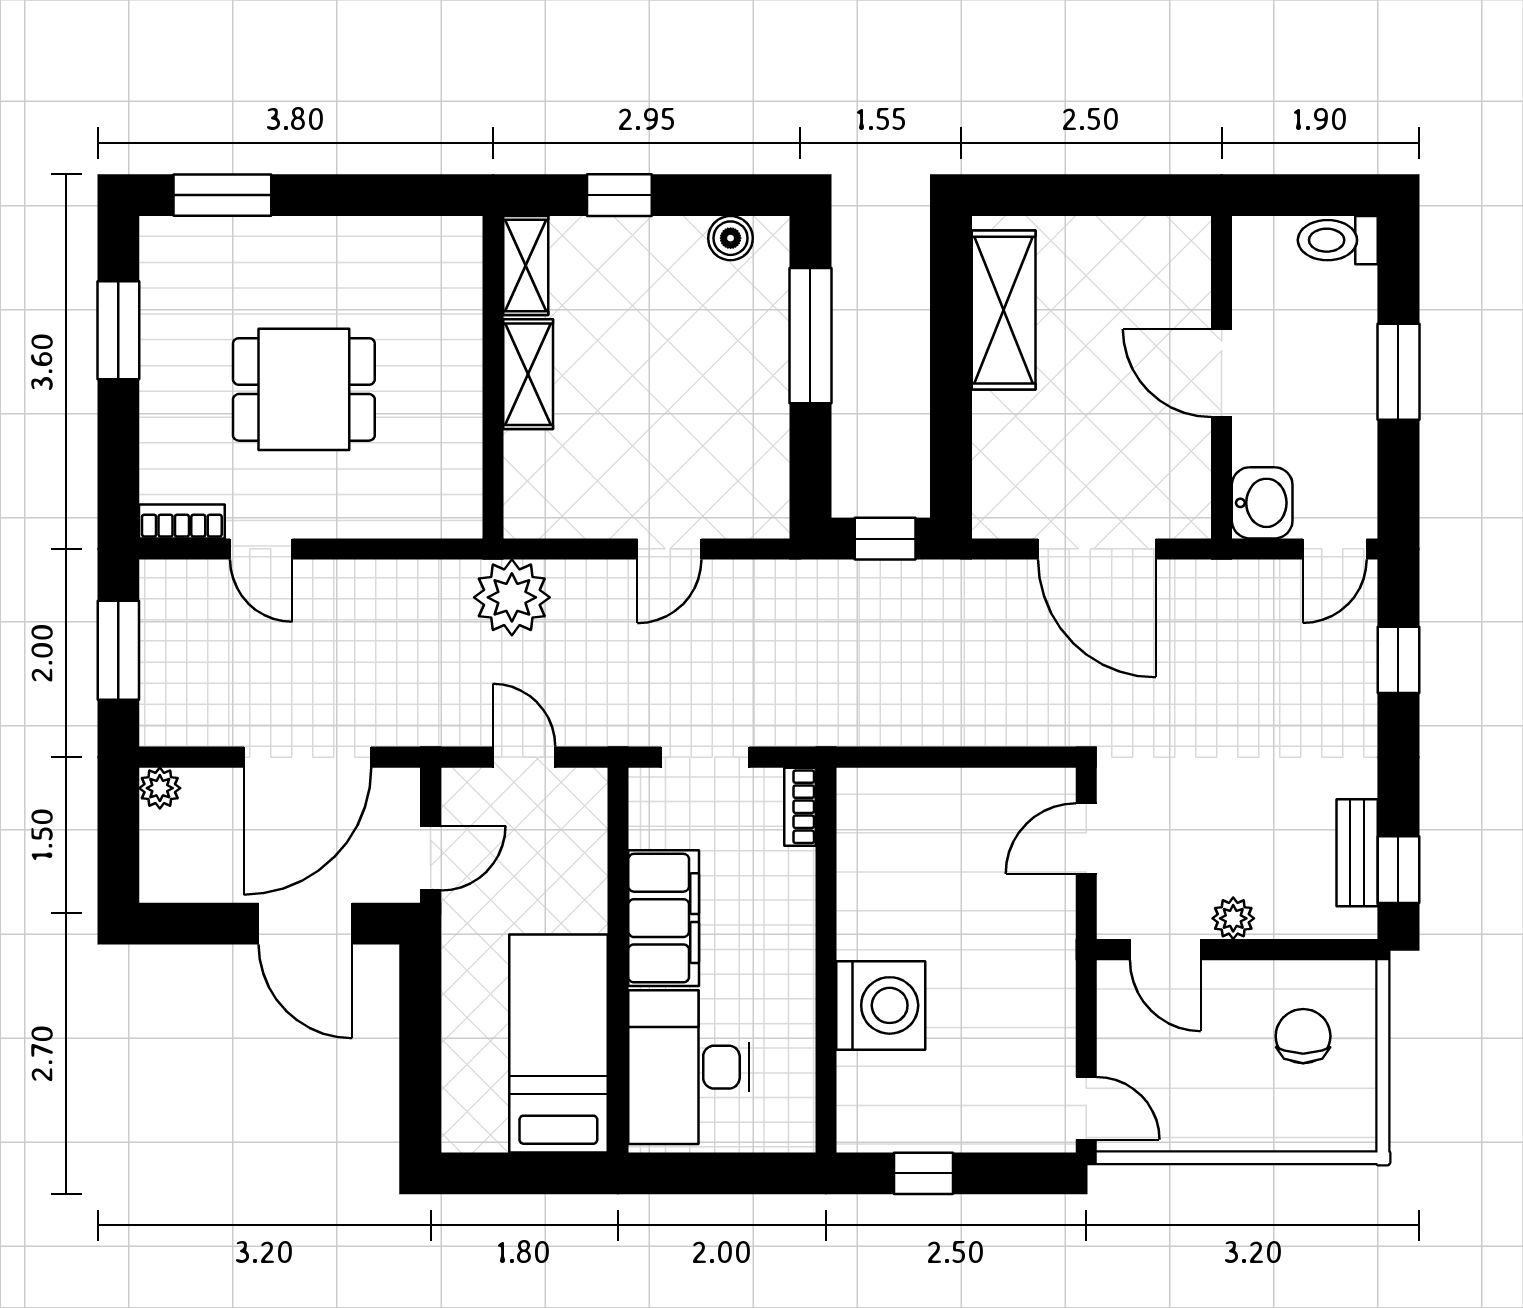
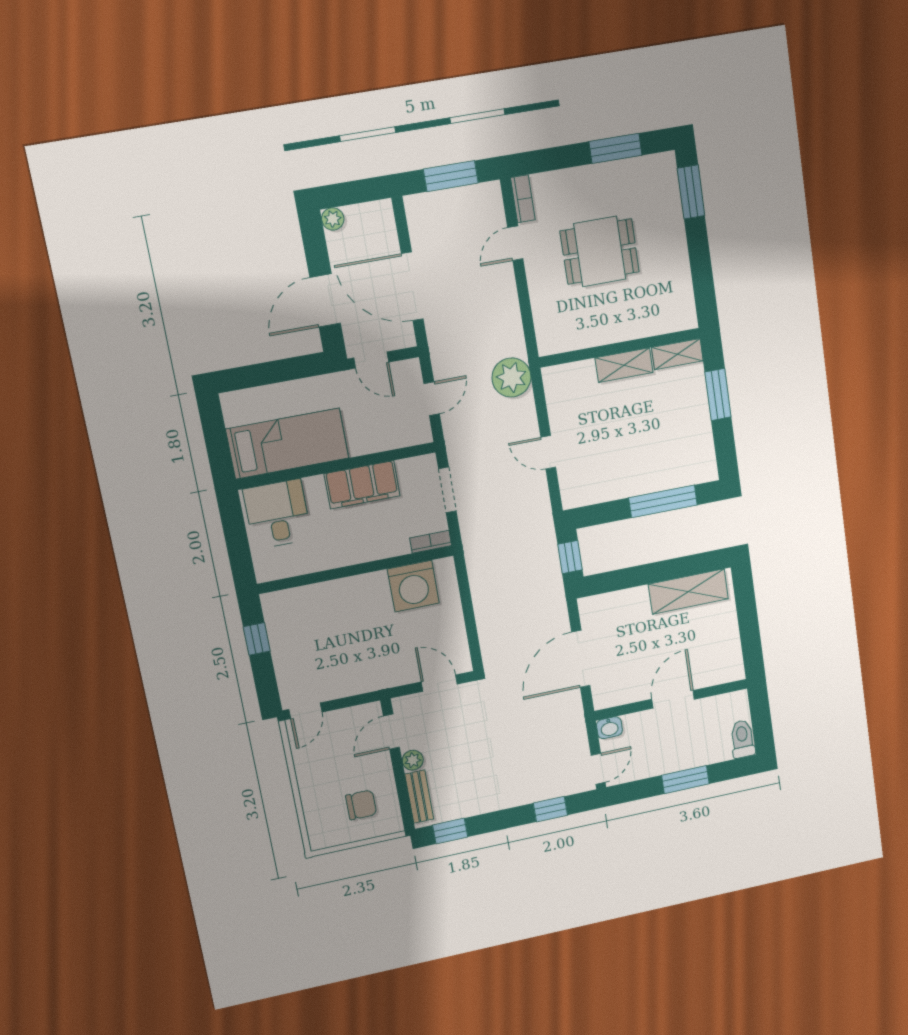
window: (619, 195) -> (718, 395), width x1.50
boiler: (731, 238) -> (705, 453), removed
dining table: (304, 389) -> (600, 251), turned 90
washbasin: (1262, 503) -> (609, 728), width x0.72, depth x0.69
door: (1335, 549) -> (598, 769), swing flipped
plant: (160, 788) -> (333, 219), moved
bench: (1357, 853) -> (419, 797), moved, turned 90
washing machine: (881, 1005) -> (413, 586), moved
desk: (689, 1067) -> (277, 514), width x0.73

